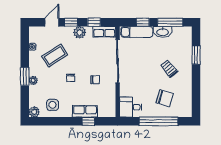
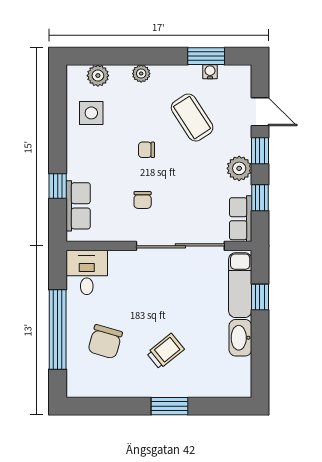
window: (170, 22) -> (260, 353), removed
window: (196, 55) -> (169, 406), moved
window: (25, 76) -> (206, 56), moved
row of seats: (85, 111) -> (78, 206), moved
plant: (34, 112) -> (98, 76), moved

